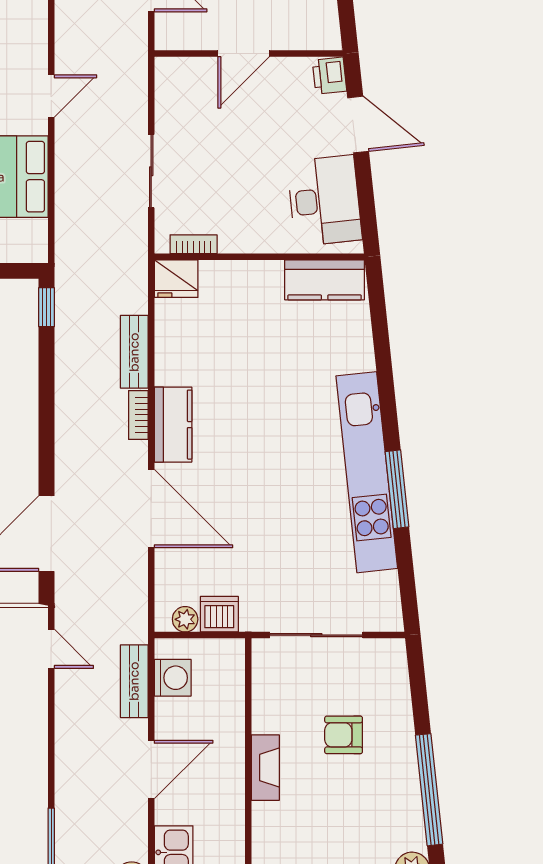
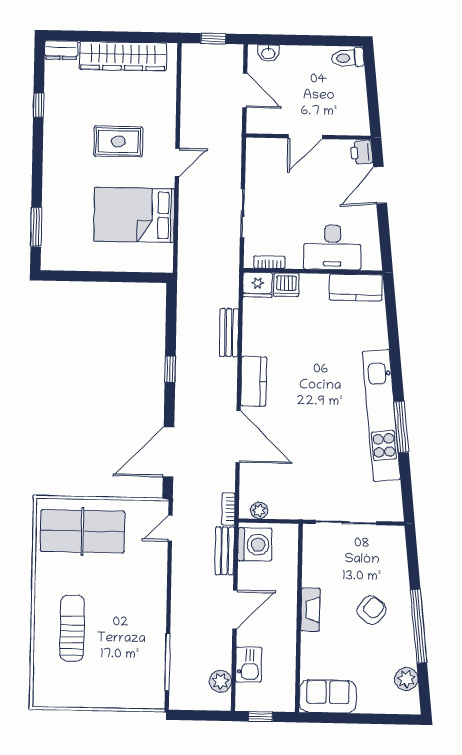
door: (358, 125) -> (380, 185), swing flipped
desk: (325, 201) -> (332, 247), moved, turned 96
window: (46, 307) -> (170, 369), moved
bookcase: (138, 415) -> (228, 509), moved
dishwasher: (219, 614) -> (286, 285), moved, turned 180
door: (51, 649) -> (170, 528), swing flipped
washing machine: (173, 678) -> (255, 545), width x1.37, depth x1.37
armchair: (344, 735) -> (371, 610), moved, turned 130

